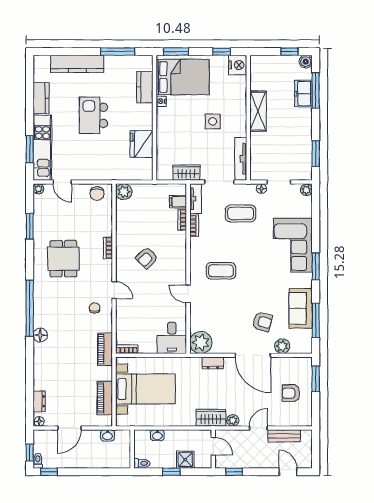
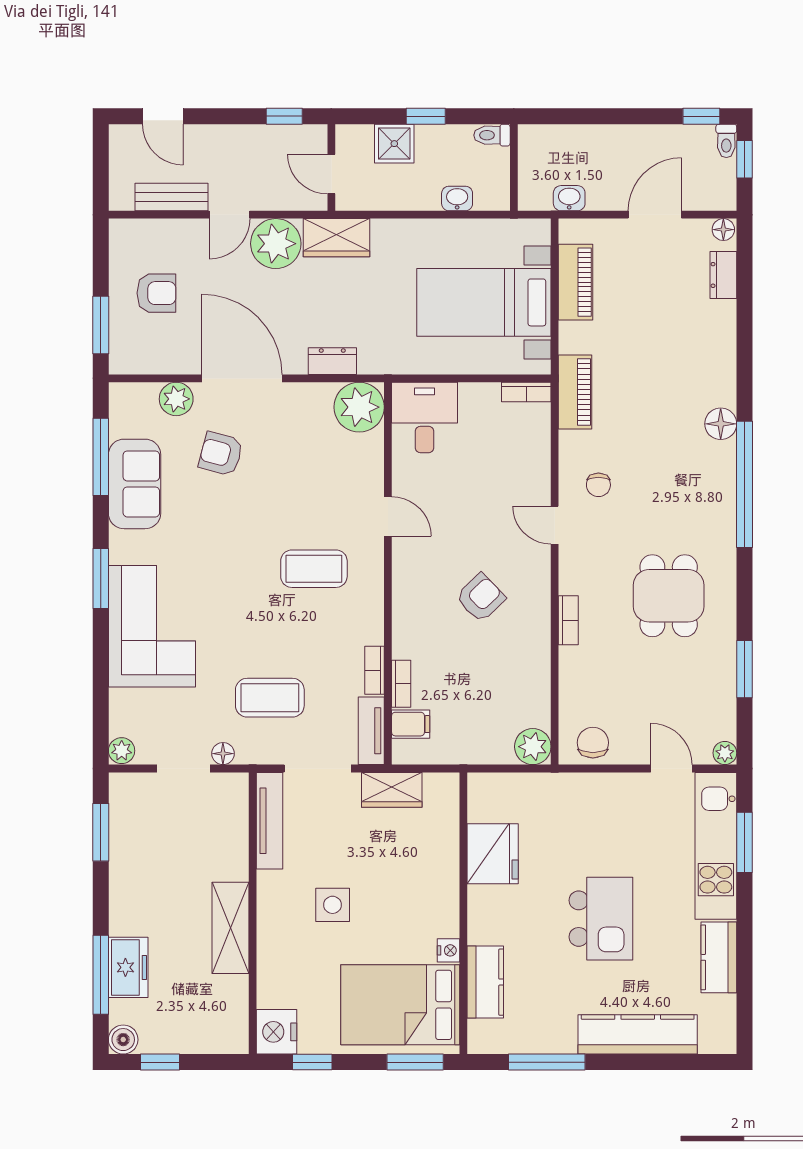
plant: (233, 420) -> (276, 244), width x1.87, depth x1.87

